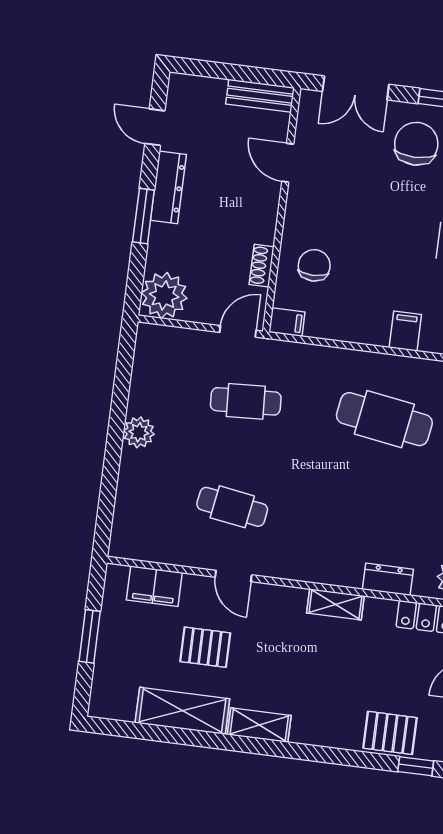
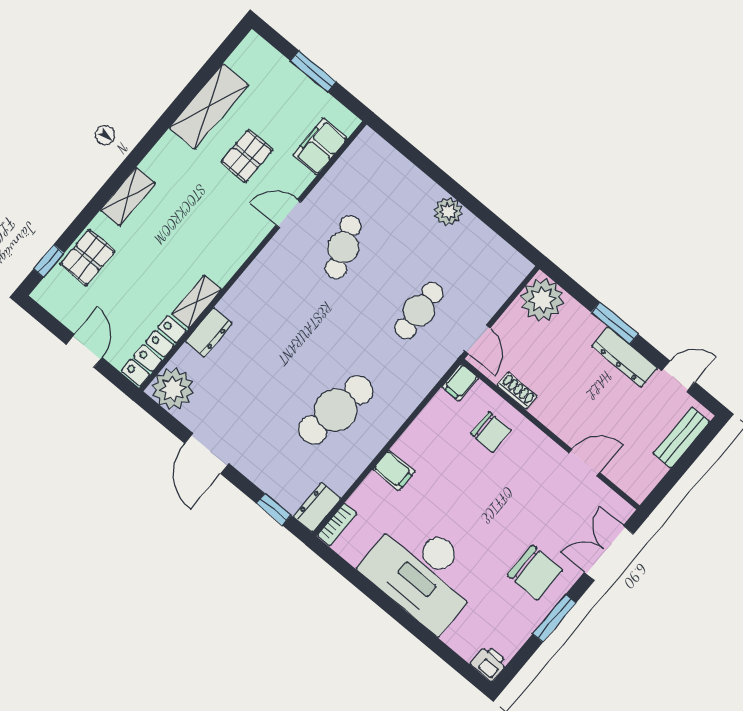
bench: (260, 96) -> (681, 438), moved
cafe table: (232, 507) -> (343, 247), turned -30
shelving: (335, 604) -> (196, 302), moved
shelving: (259, 725) -> (128, 197), moved

